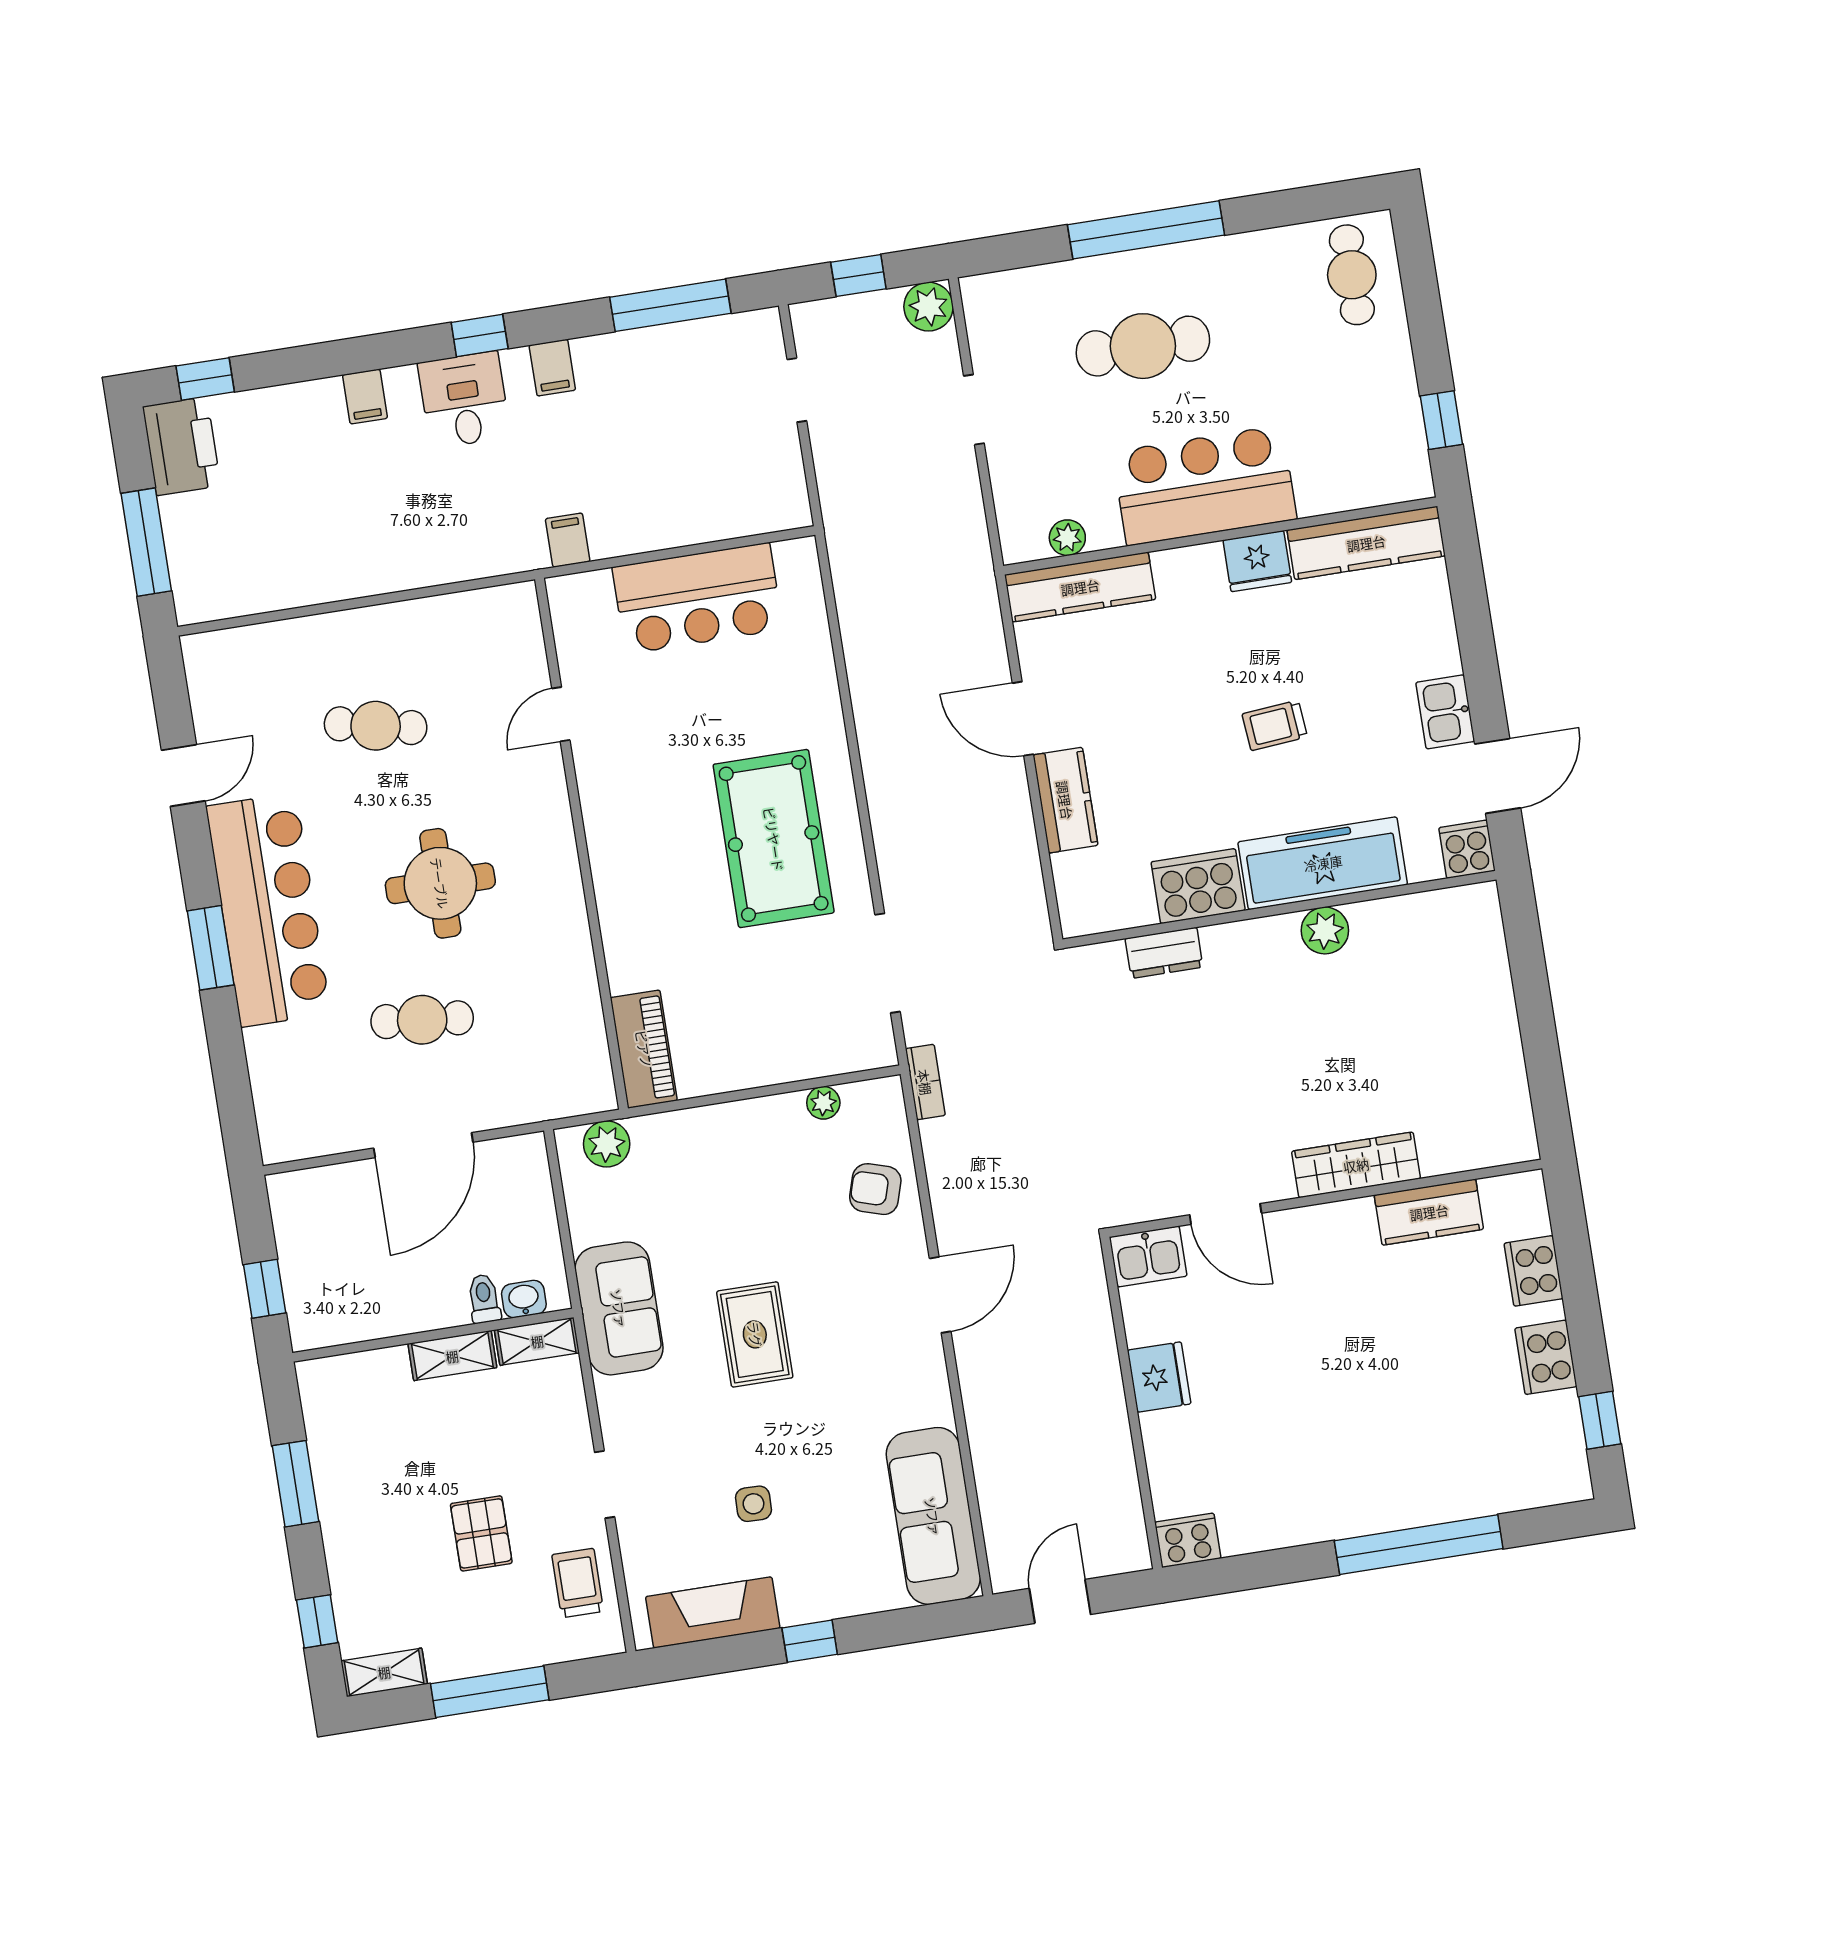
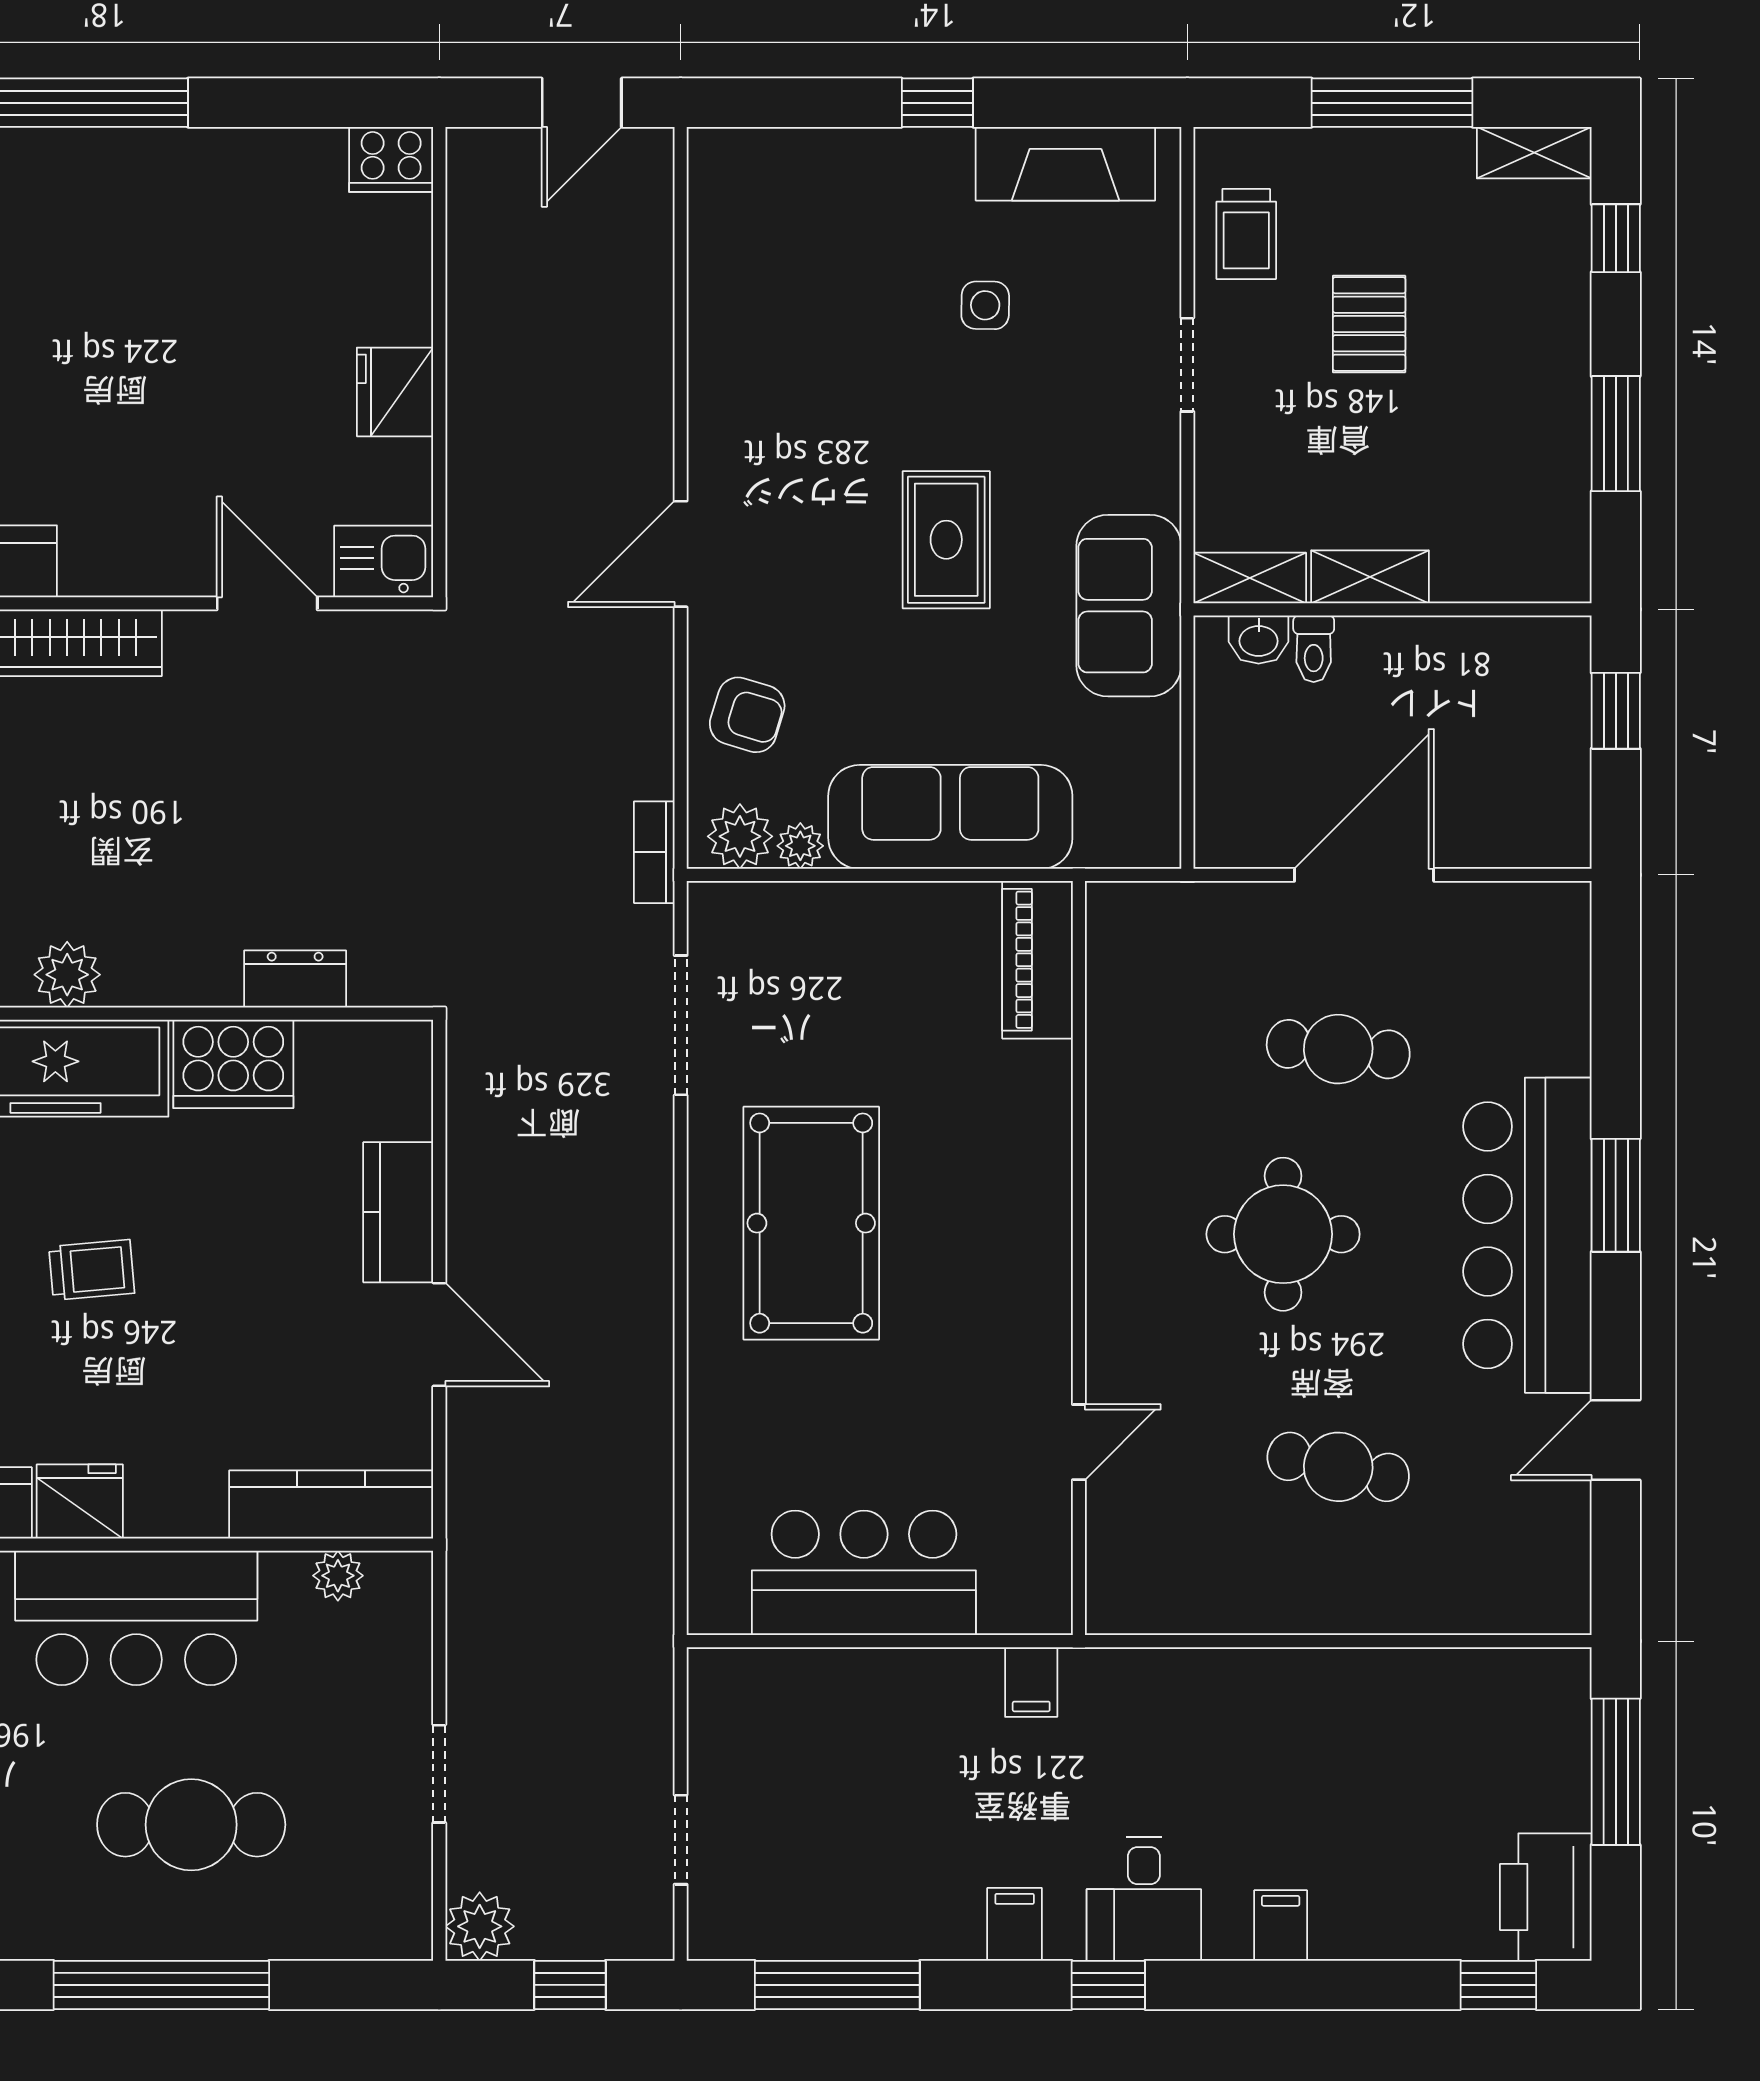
plant: (607, 1144) -> (740, 836), moved
sofa: (933, 1516) -> (950, 817), moved, turned -90

